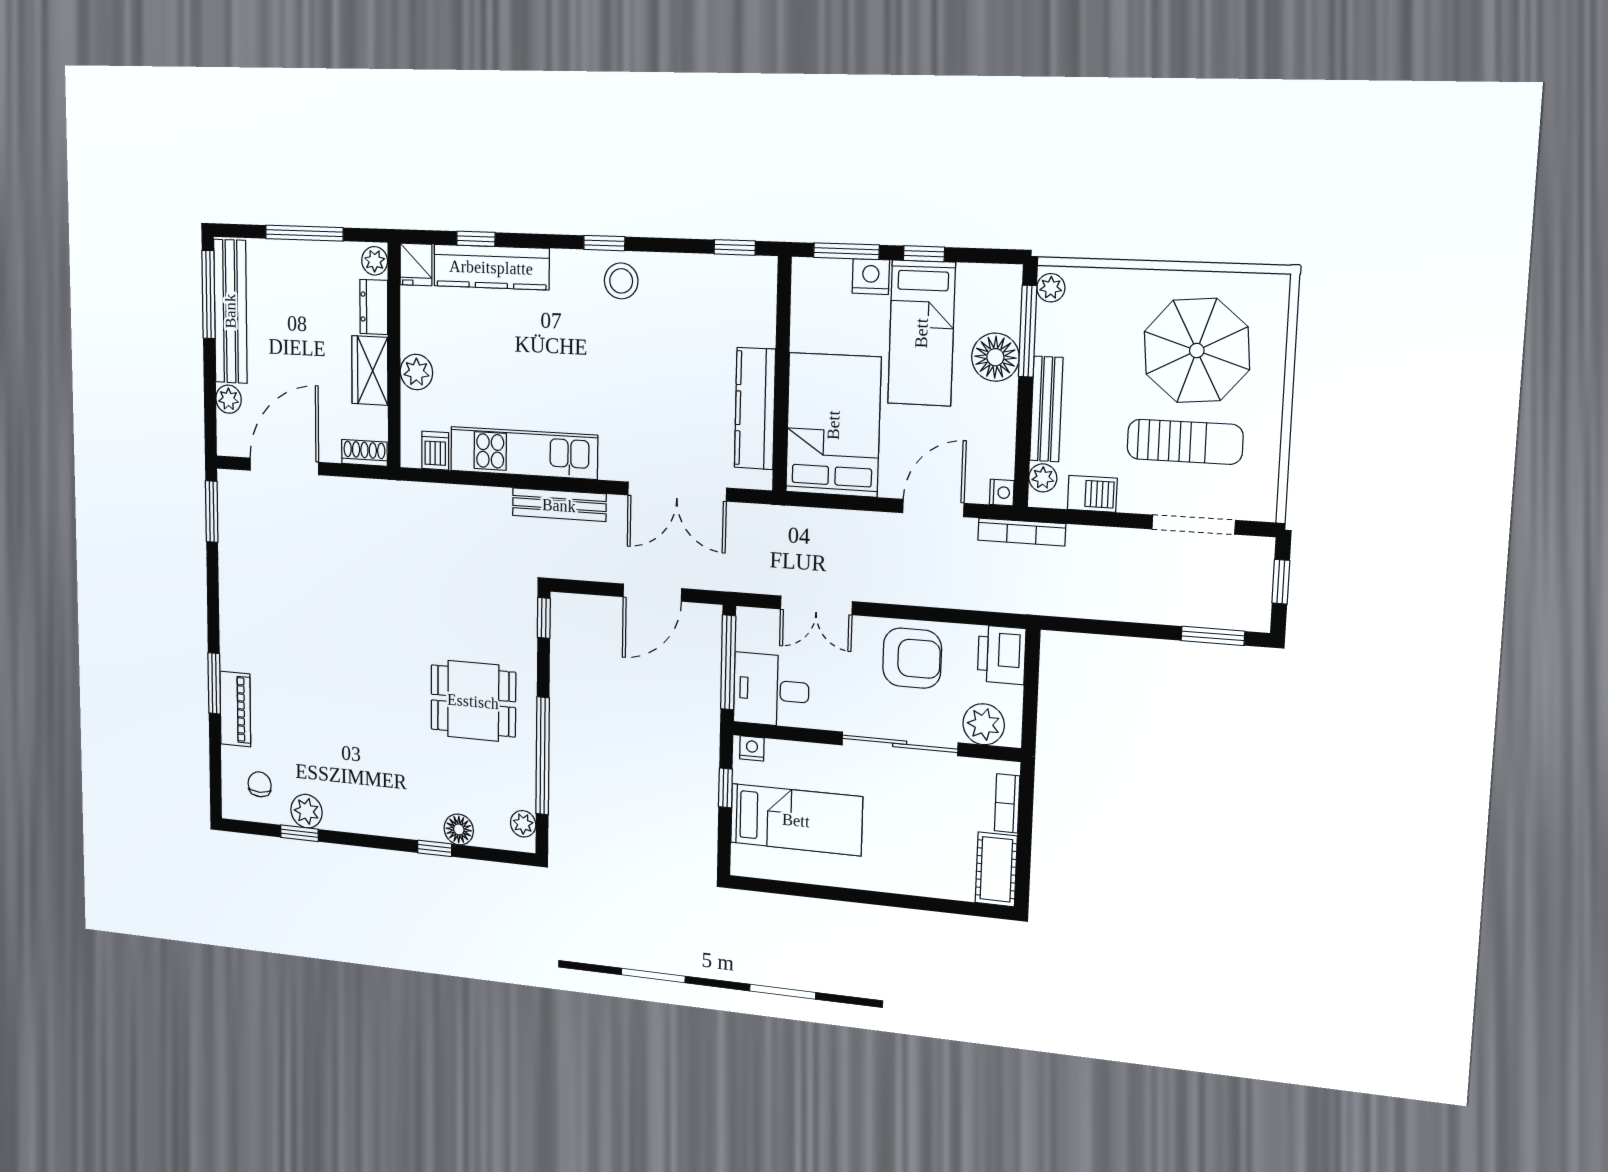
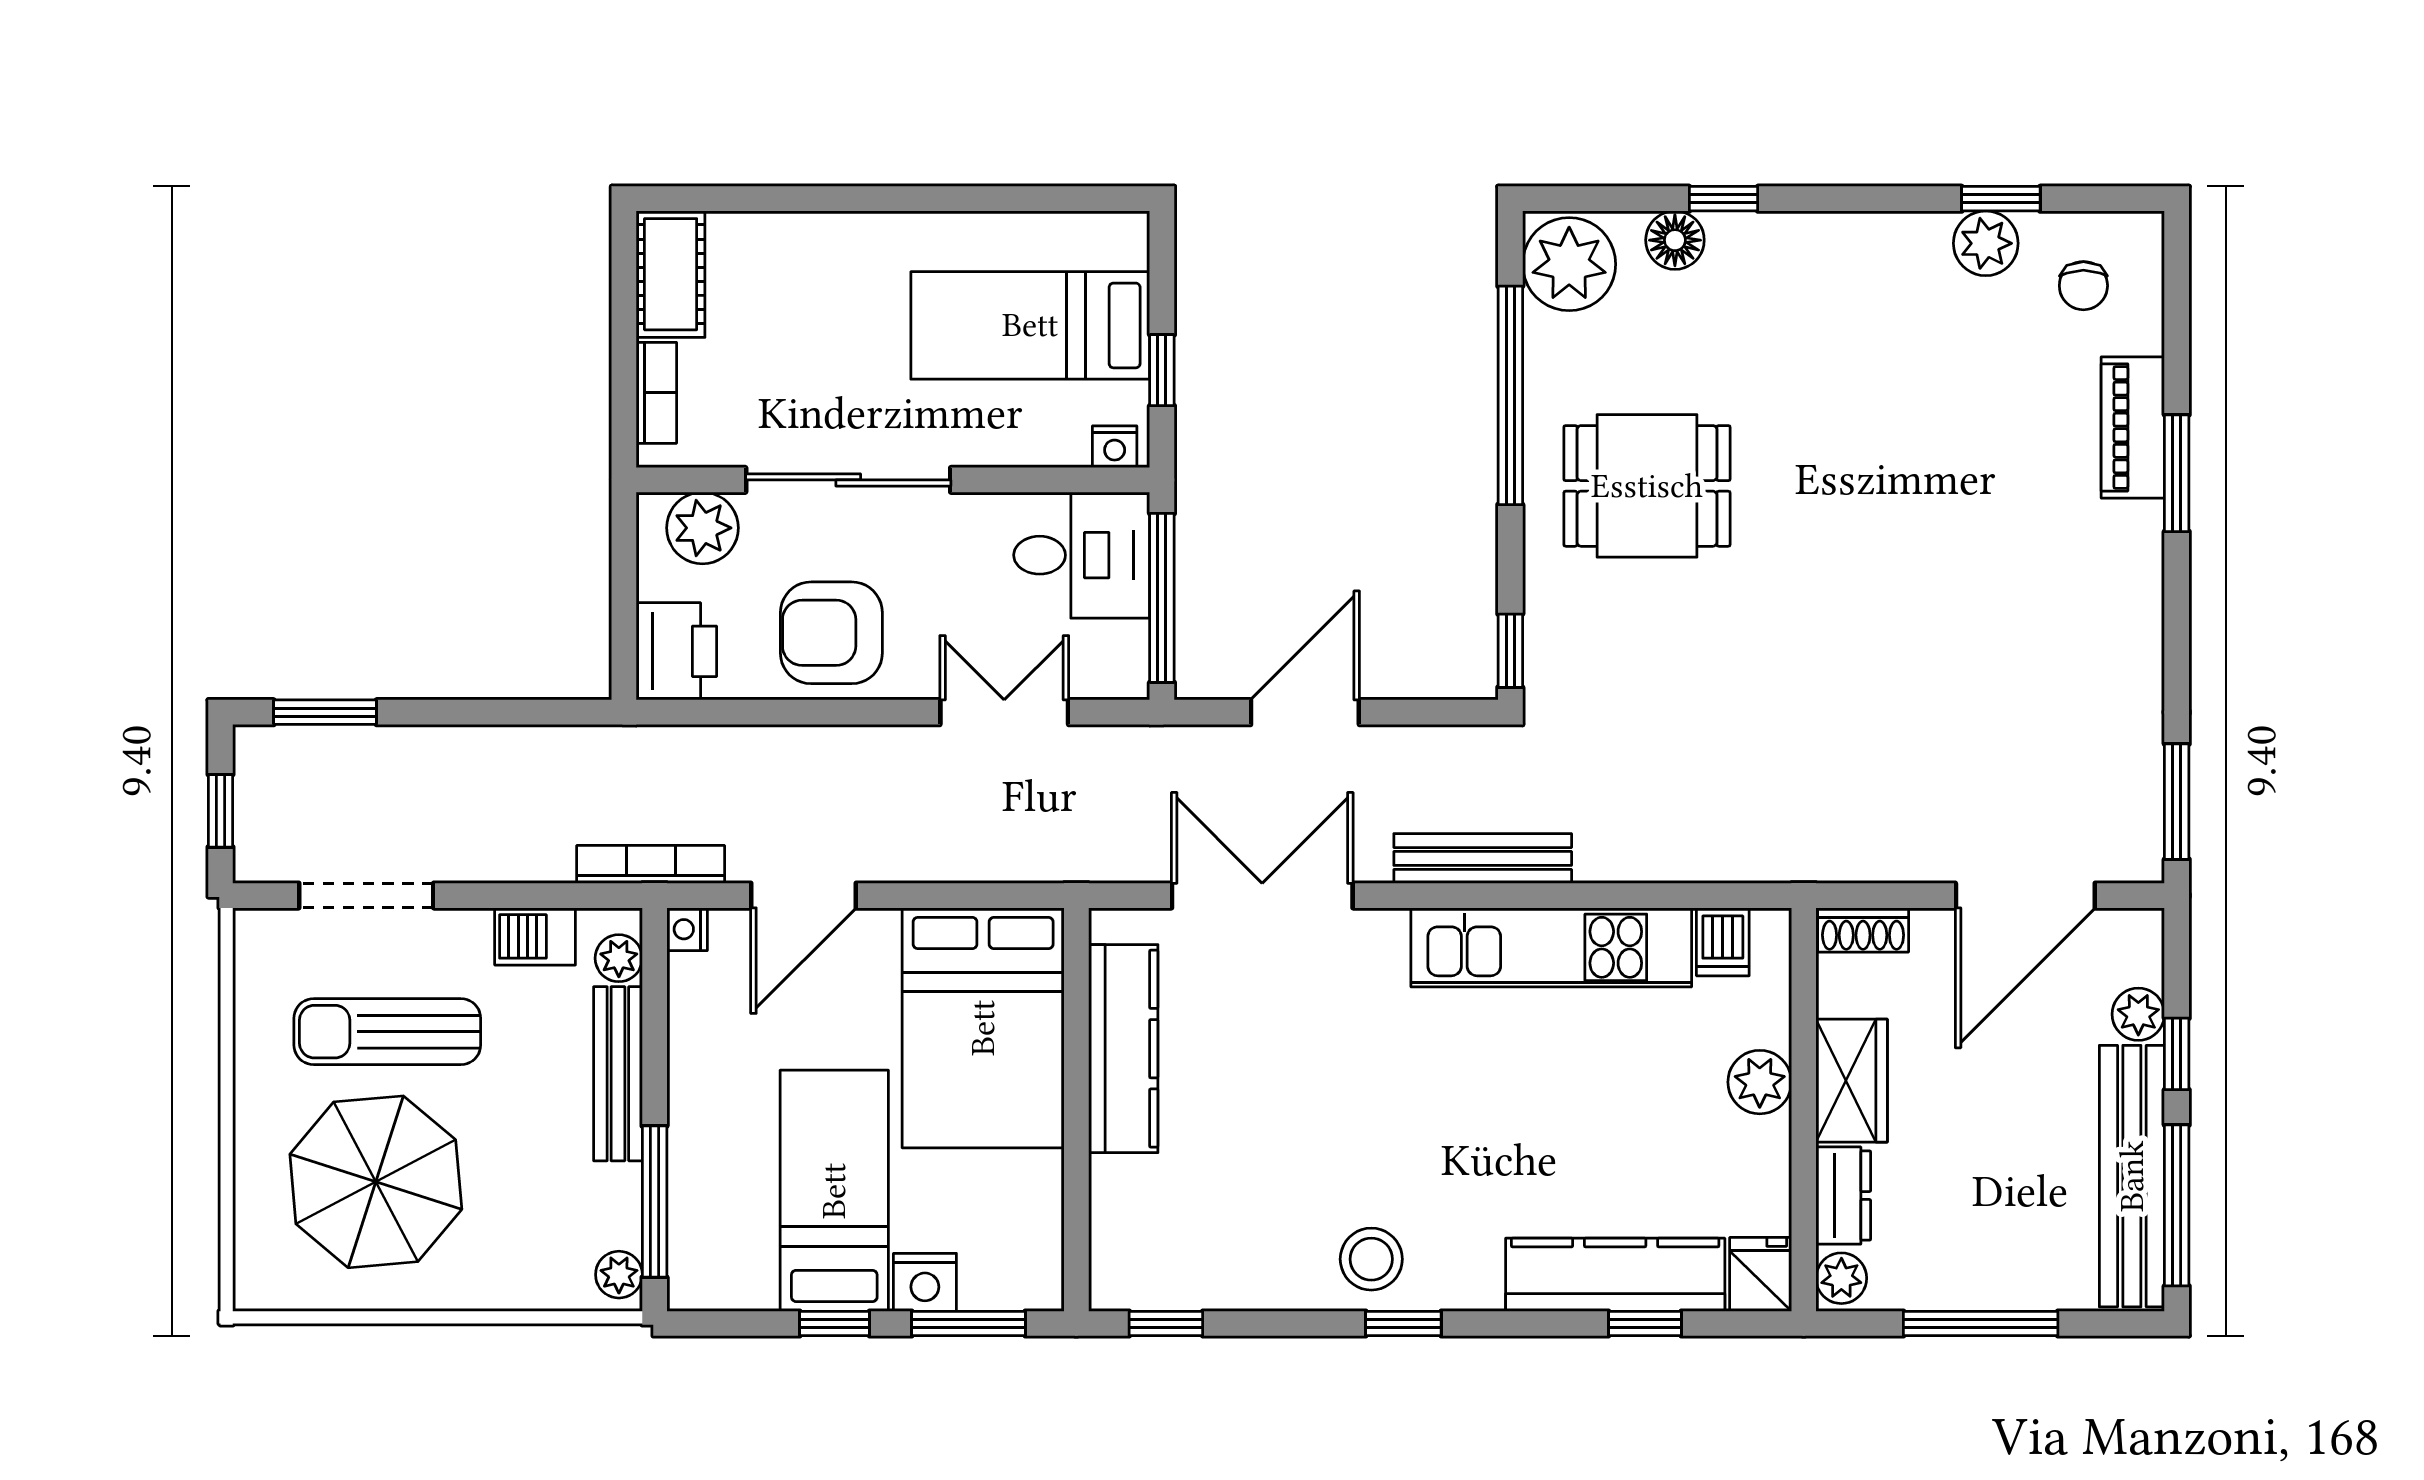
floor lamp: (995, 357) -> (707, 1156), removed
window: (210, 377) -> (2177, 1054), added
plant: (523, 824) -> (1569, 264), width x1.88, depth x1.88

